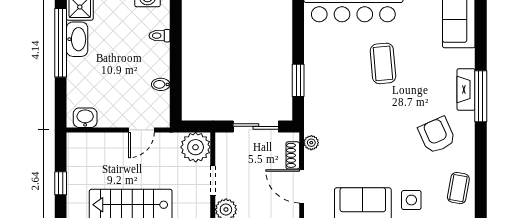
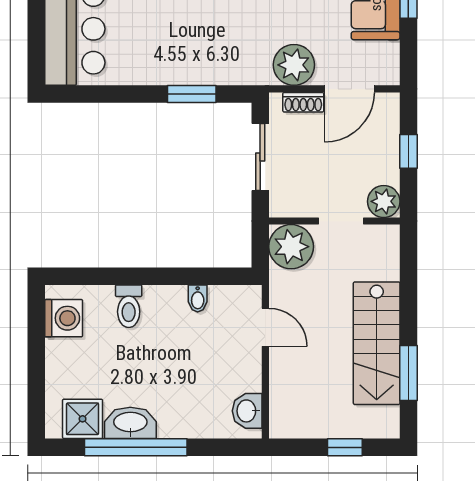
toilet: (160, 36) -> (129, 306), width x1.37, depth x1.39
plant: (311, 143) -> (294, 65), width x1.87, depth x1.87

